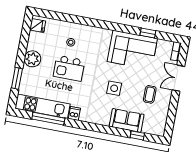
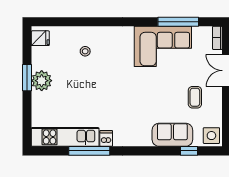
window: (148, 33) -> (178, 22), width x2.17
kitchen island: (69, 68) -> (89, 84), removed
window: (17, 78) -> (27, 78), moved
side table: (114, 88) -> (211, 136), moved
window: (48, 119) -> (89, 151), moved

